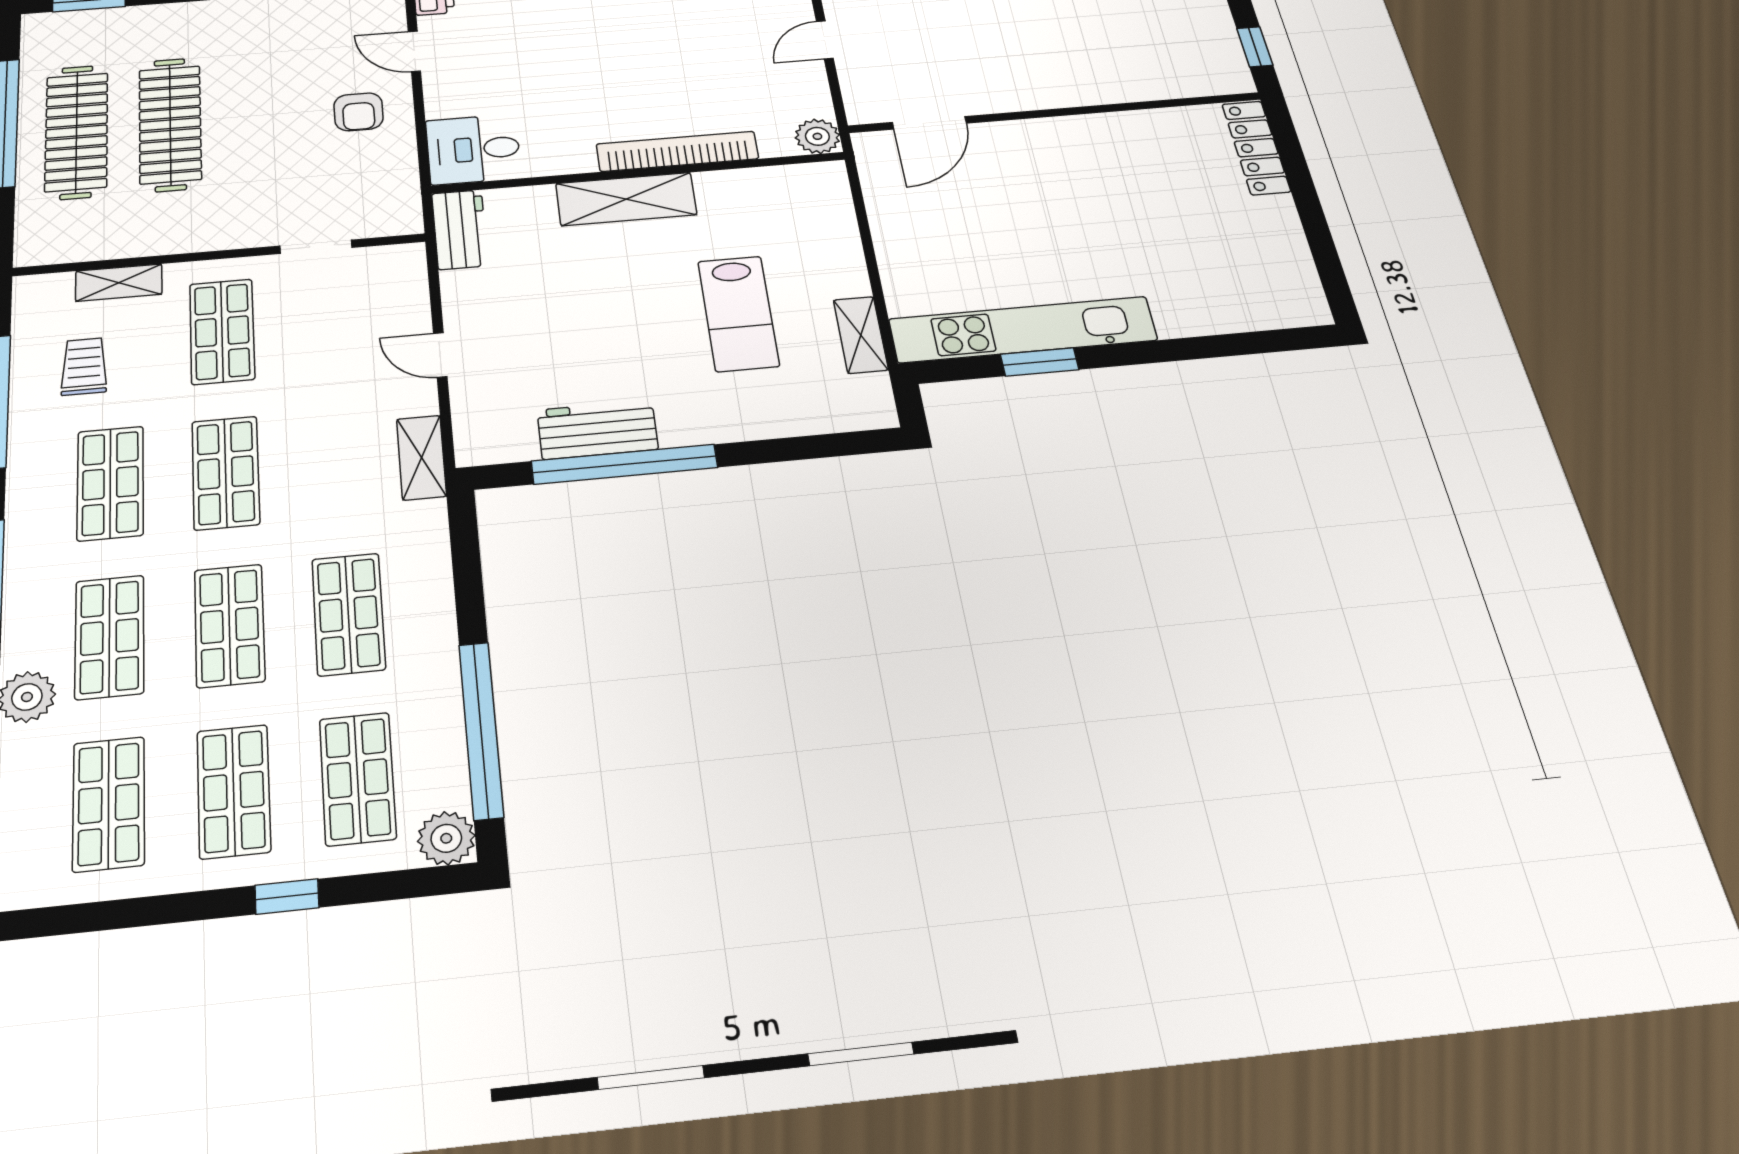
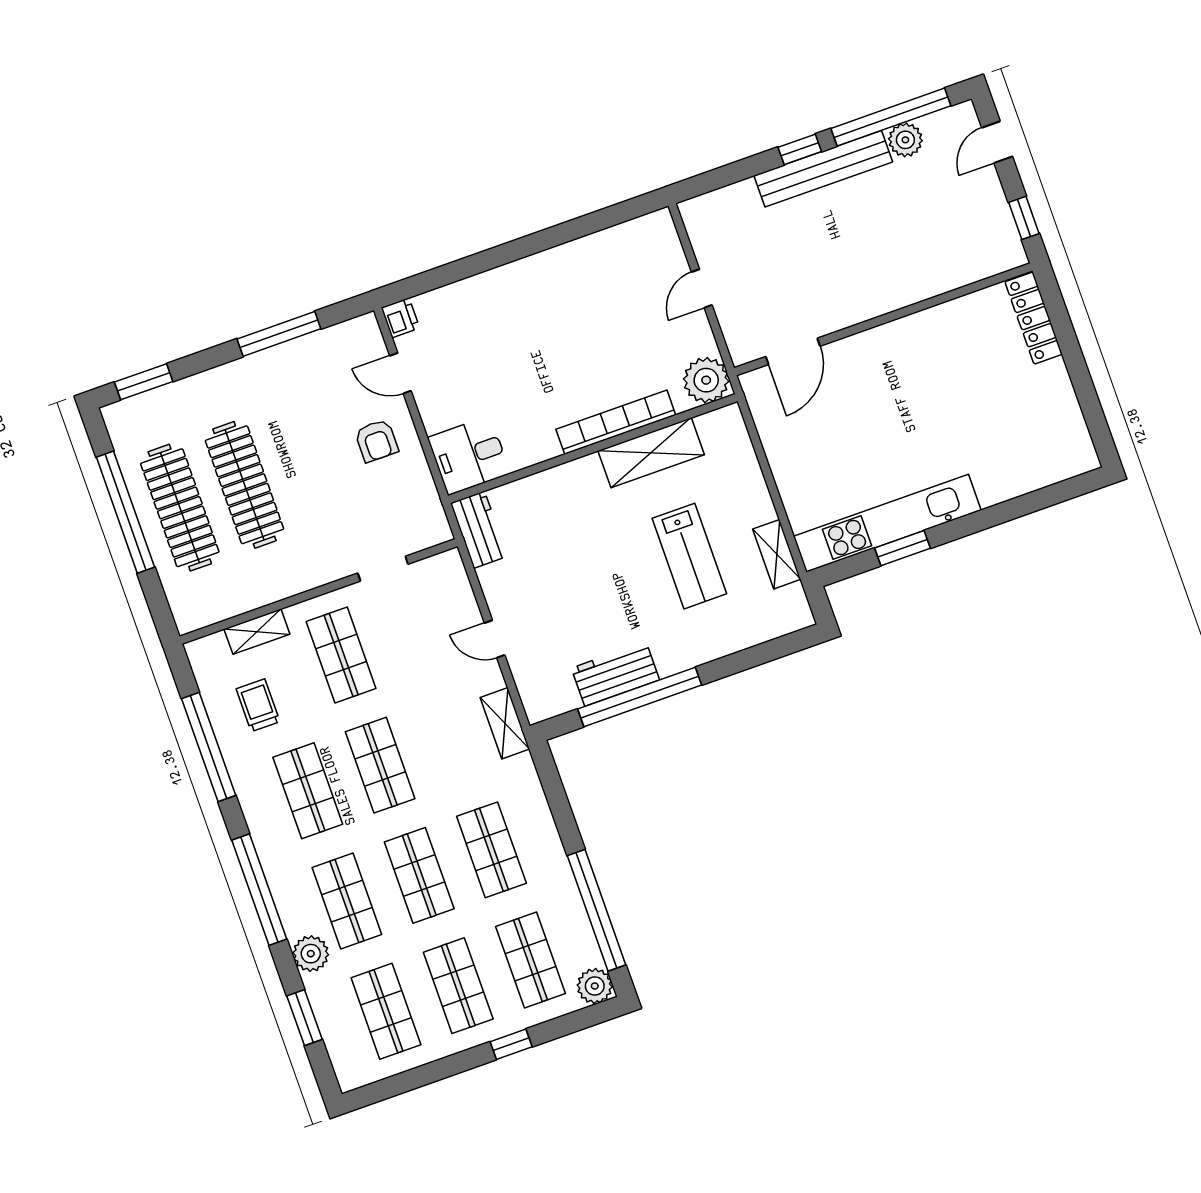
plant: (817, 136) -> (706, 380), width x1.36, depth x1.36
shelving: (626, 199) -> (651, 453), moved

